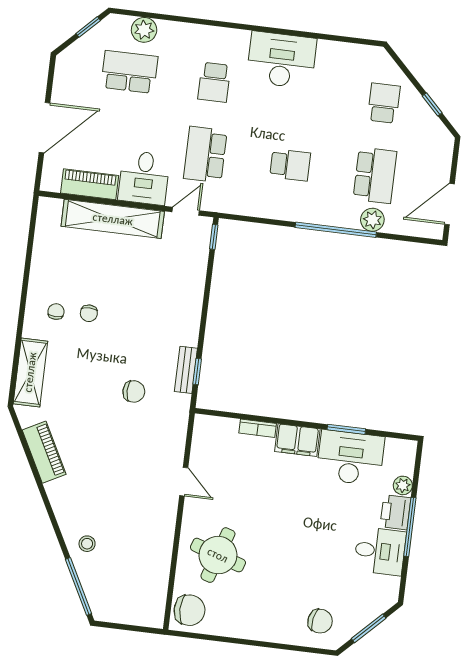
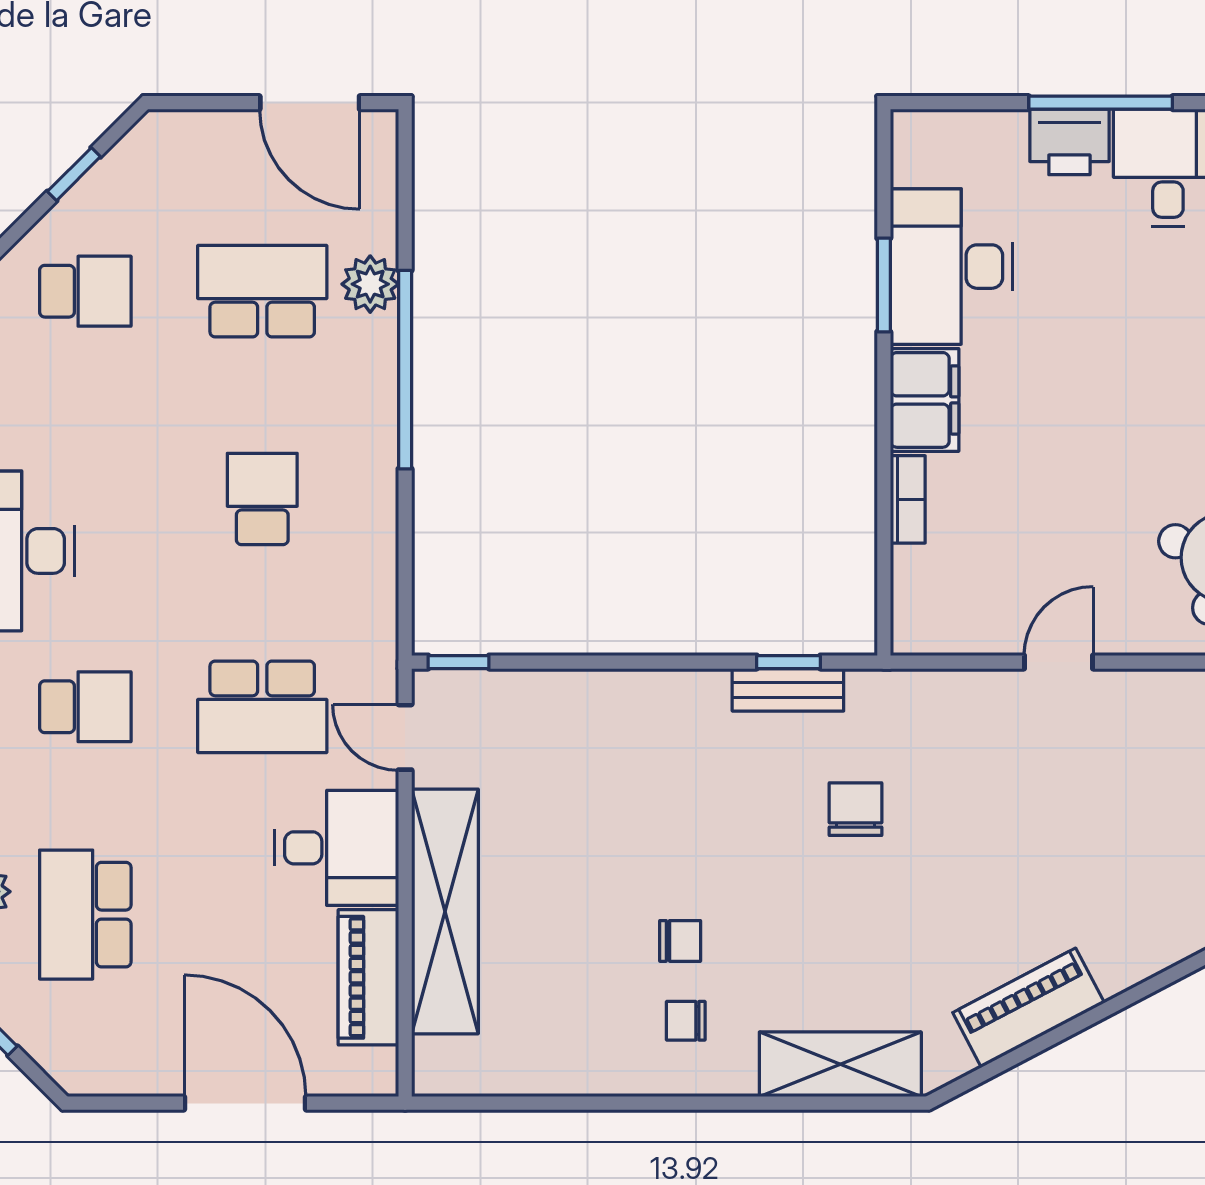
school desk: (384, 103) -> (85, 291), turned 180
plant: (403, 485) -> (1003, 132), removed

